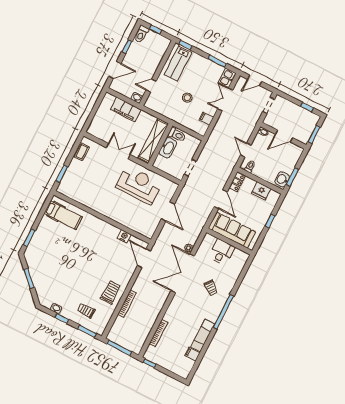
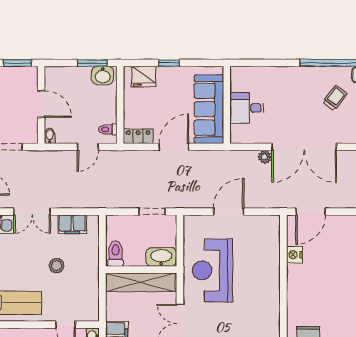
filing cabinet: (206, 119) -> (72, 224), width x2.00
washbasin: (168, 148) -> (161, 257), moved
fridge: (261, 191) -> (144, 77), moved, turned 90
trolley: (211, 288) -> (335, 98), moved

